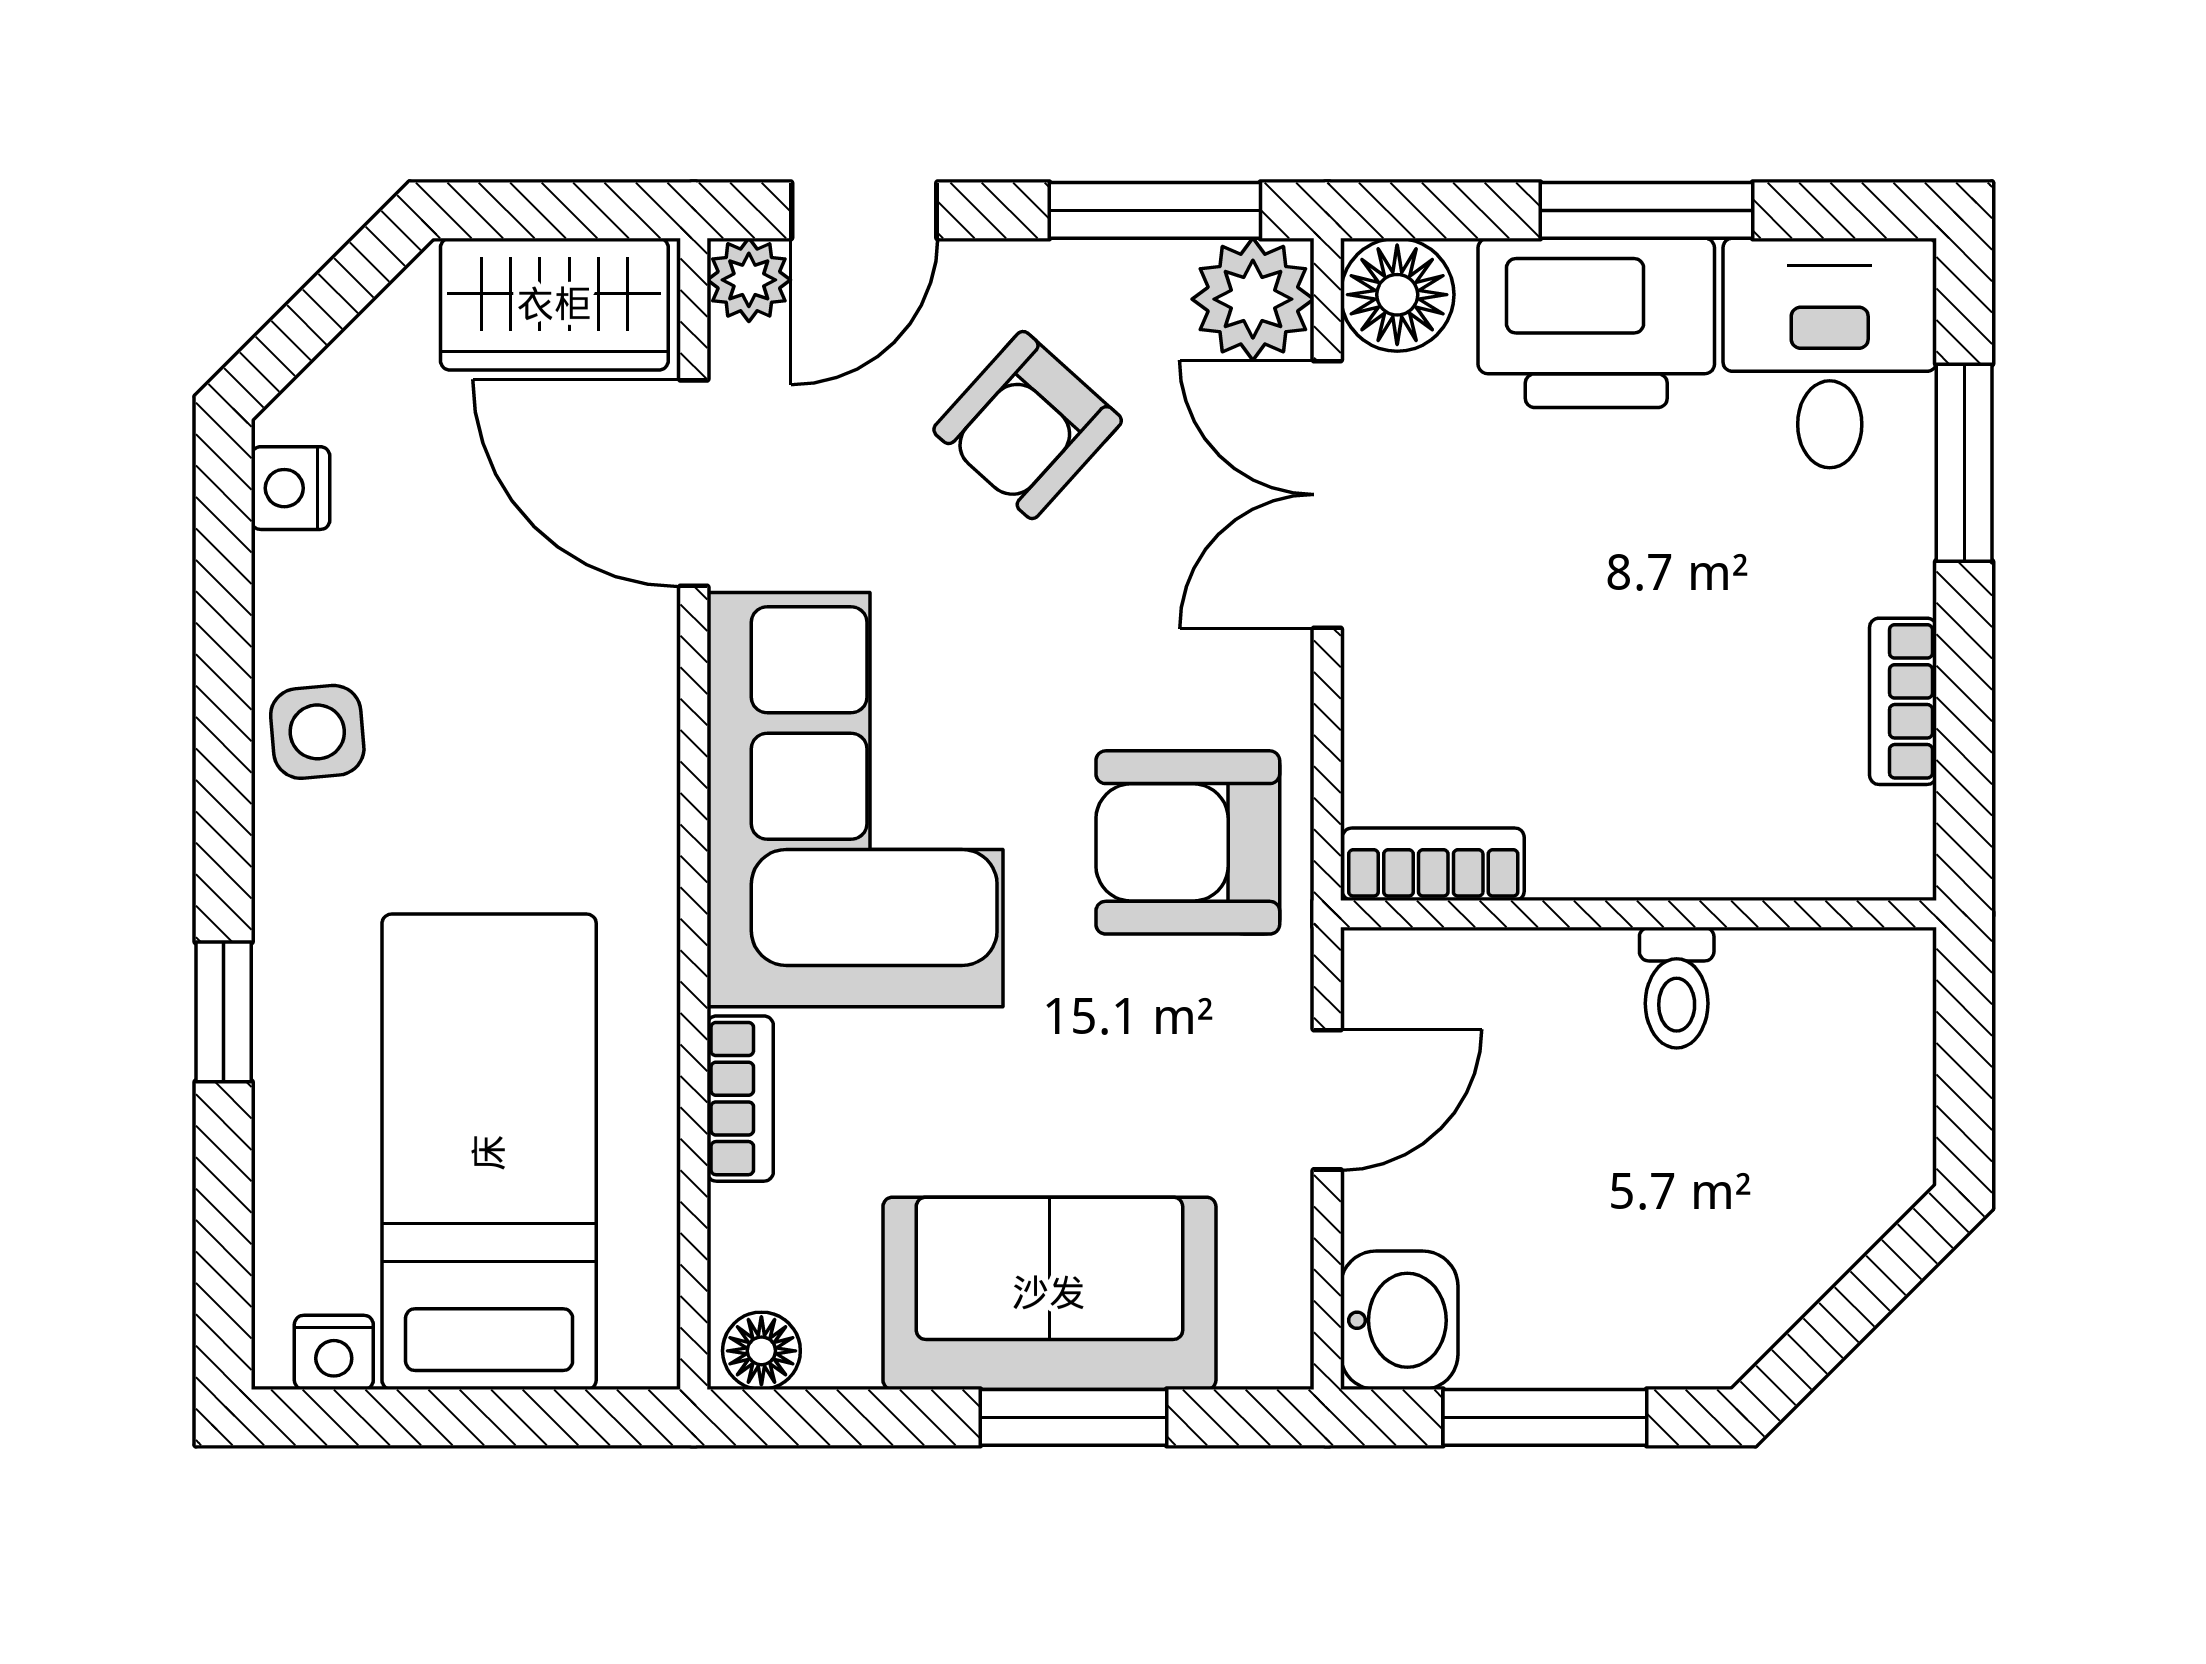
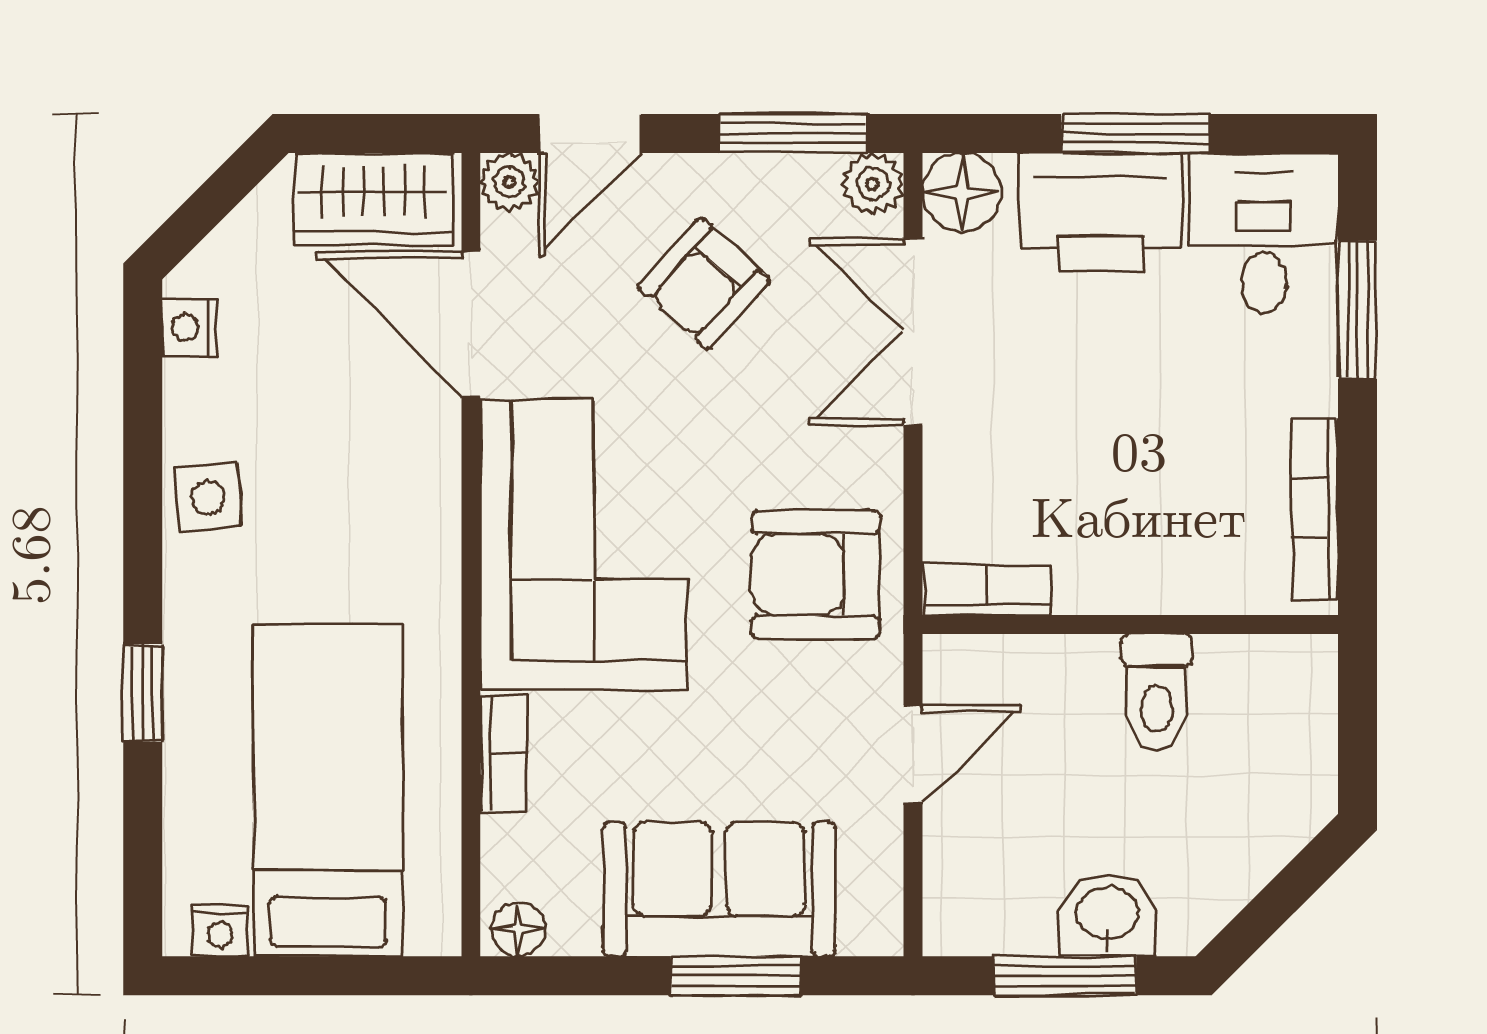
plant: (1253, 299) -> (873, 184), width x0.73, depth x0.73
bookcase: (1903, 701) -> (1315, 509), width x1.56
toilet: (1677, 988) -> (1157, 692), width x1.37, depth x1.39
washbasin: (1399, 1320) -> (1107, 915), moved, turned -90

